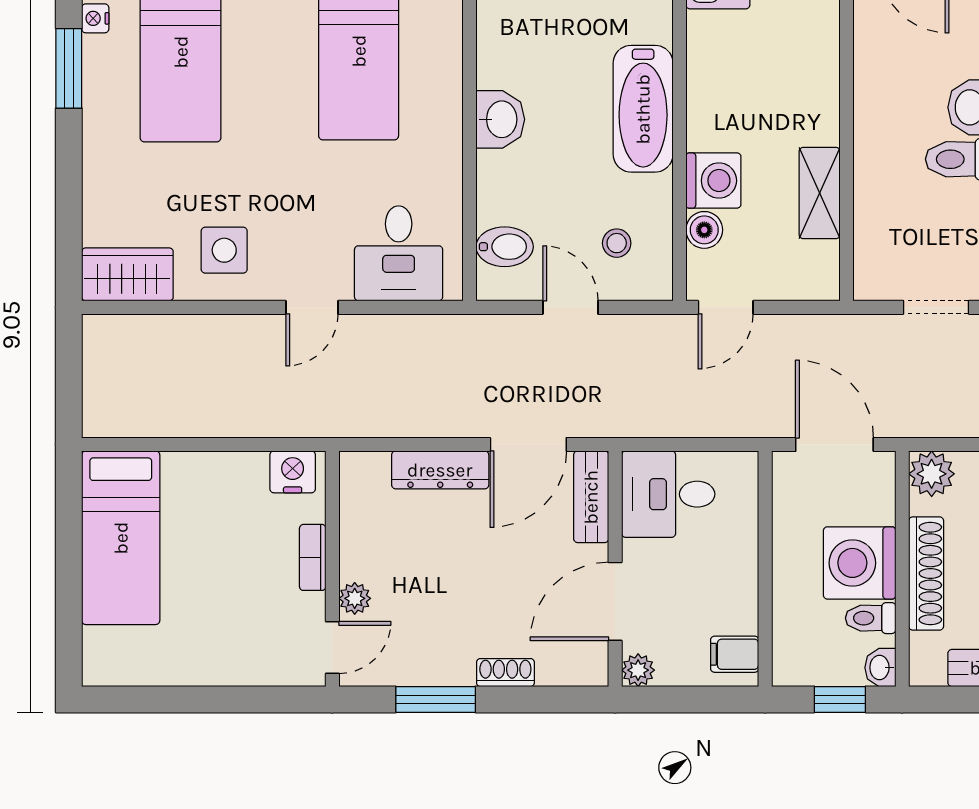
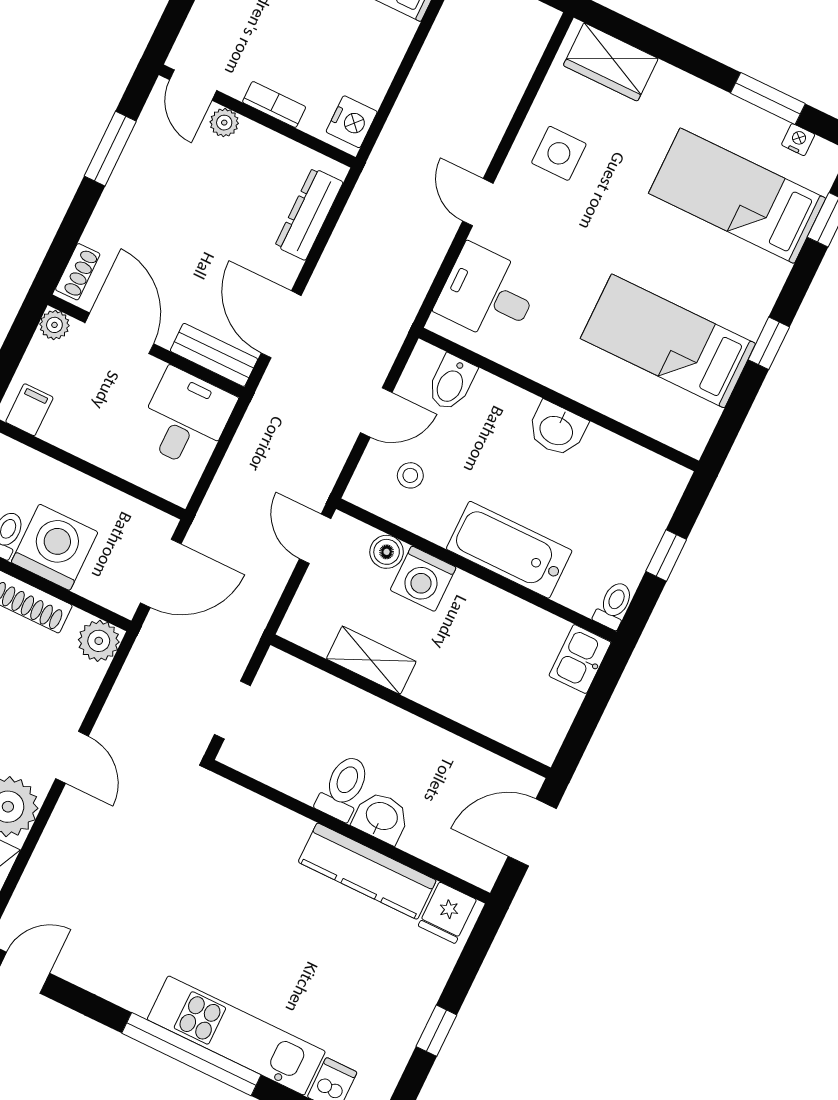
wardrobe: (127, 274) -> (611, 62), moved, turned 90
dresser: (440, 470) -> (309, 214), moved
shoe rack: (505, 673) -> (78, 272), moved

